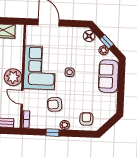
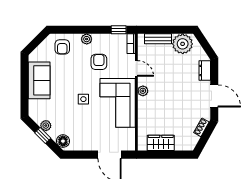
sofa: (108, 76) -> (39, 80), moved
plant: (13, 77) -> (143, 91), width x0.53, depth x0.53
armchair: (55, 104) -> (99, 62), turned -84
window: (52, 133) -> (119, 30), moved

